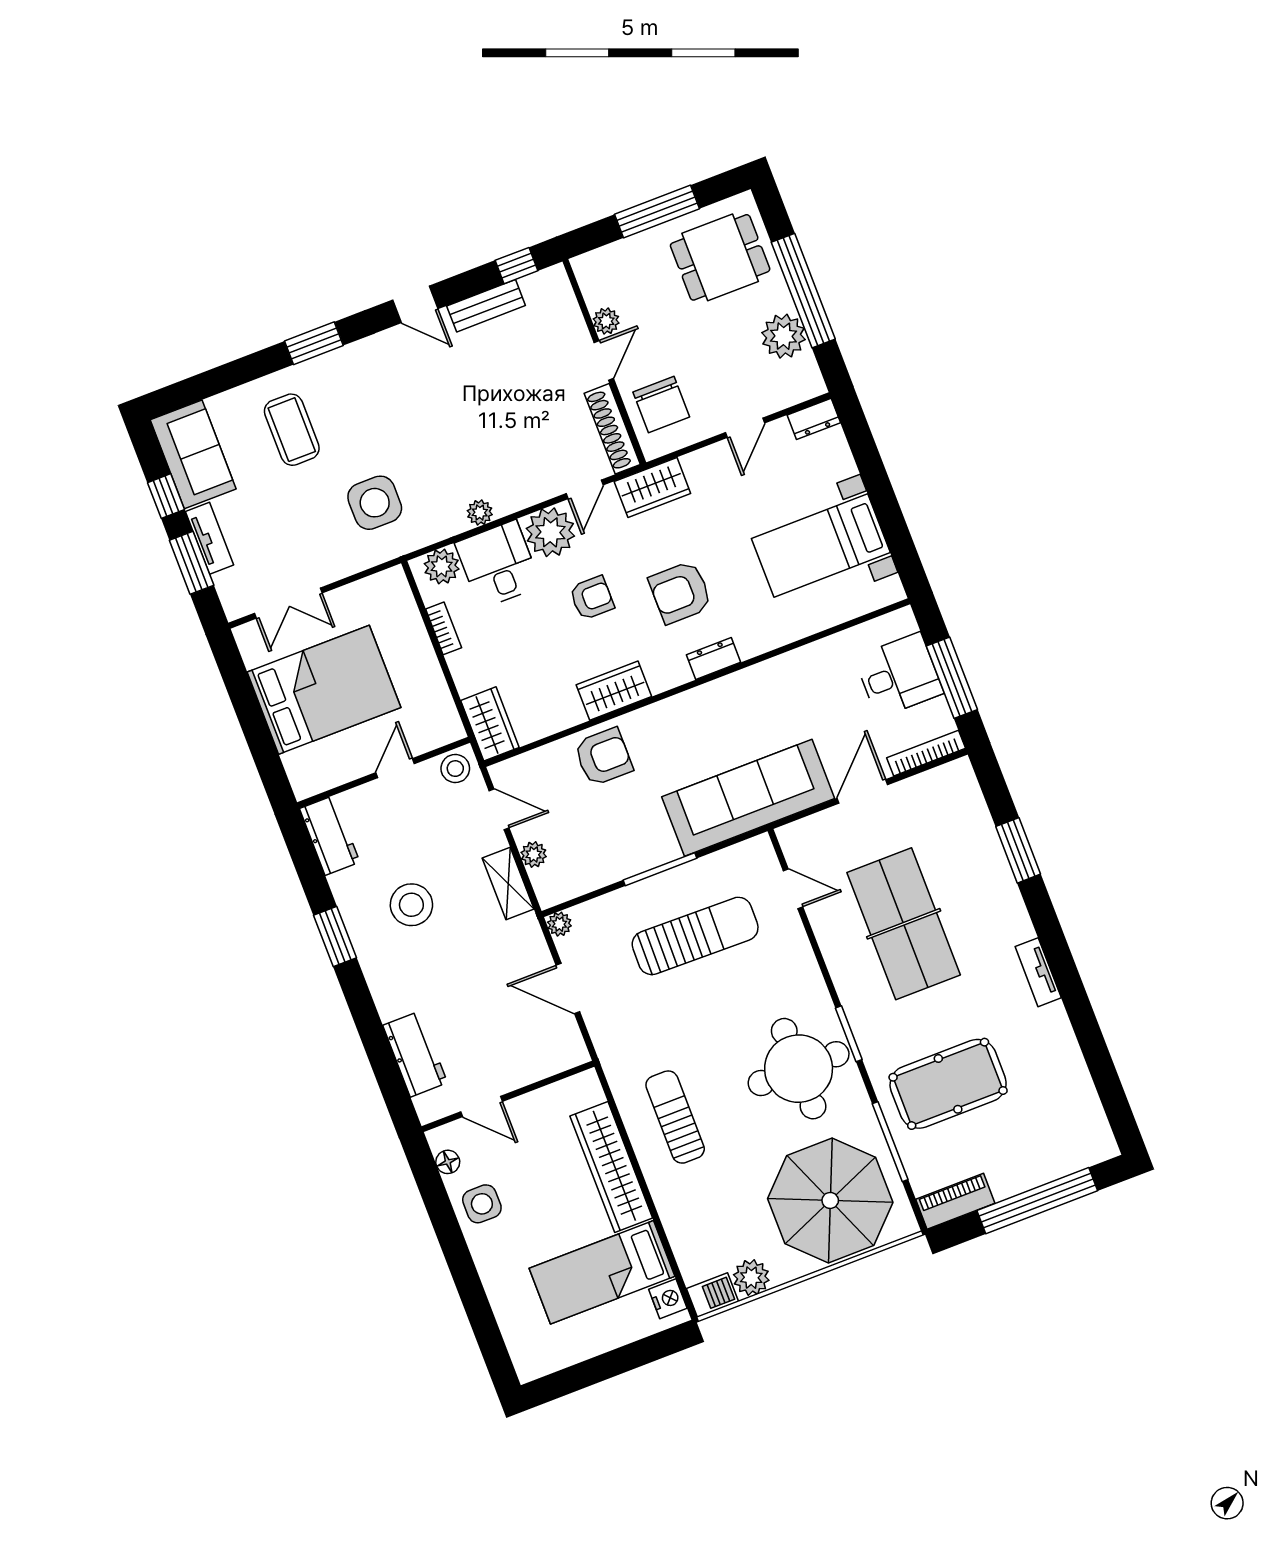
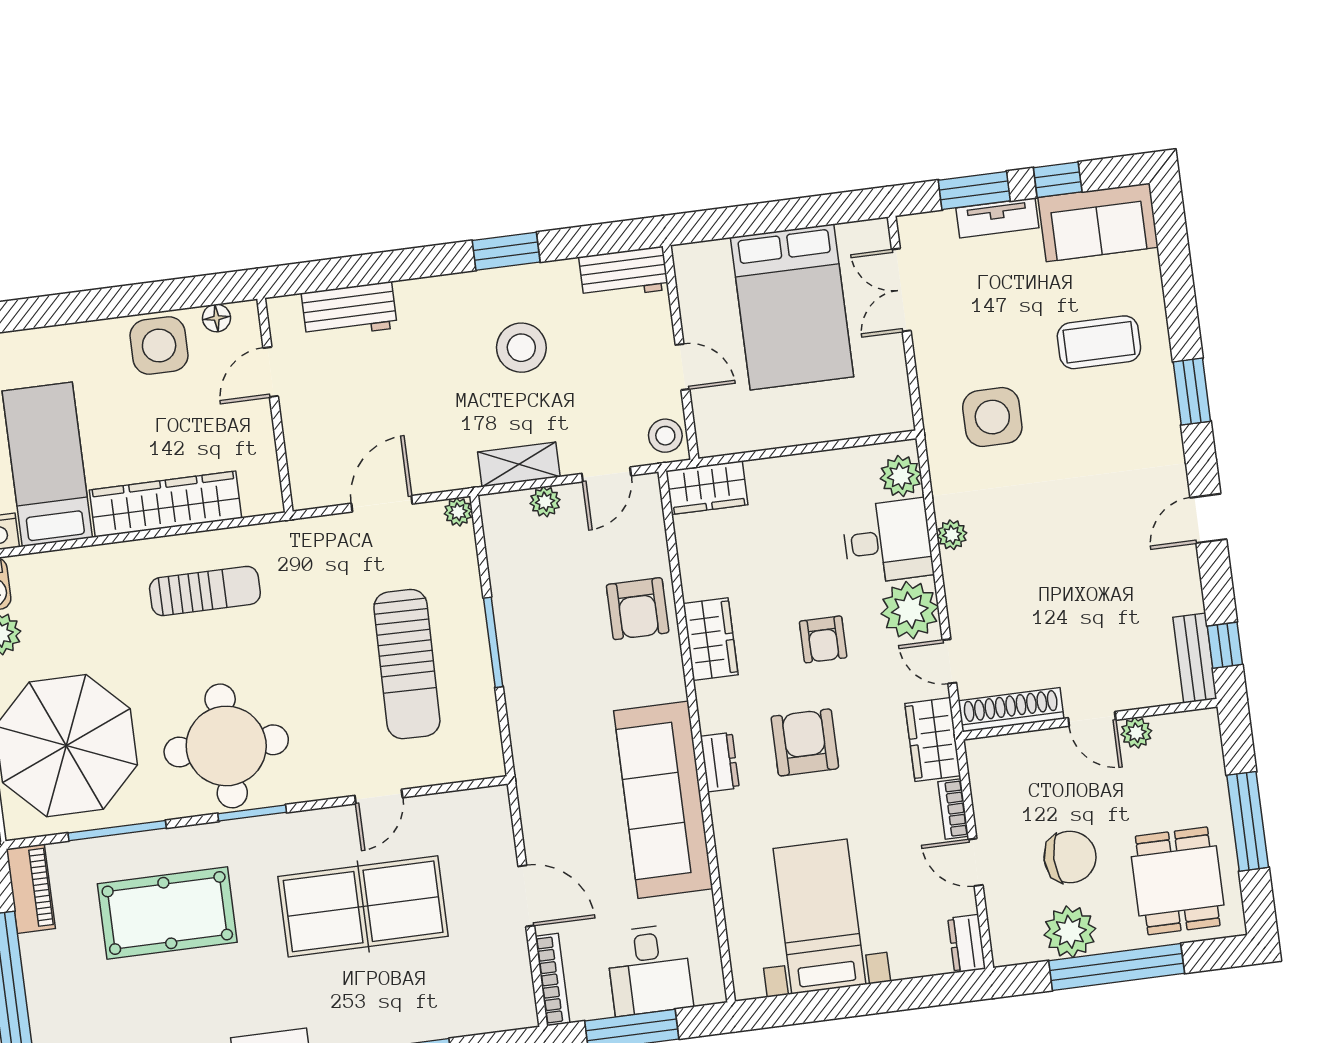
bench: (486, 306) -> (1195, 658), moved
chair: (661, 404) -> (1070, 857), moved, turned 180
bookcase: (444, 628) -> (953, 809), moved, turned 90
sofa: (748, 798) -> (663, 800), moved, turned 180
door: (793, 889) -> (379, 797), moved
pool table: (948, 1084) -> (167, 913), turned 90
side table: (482, 1204) -> (159, 345), width x1.37, depth x1.37

